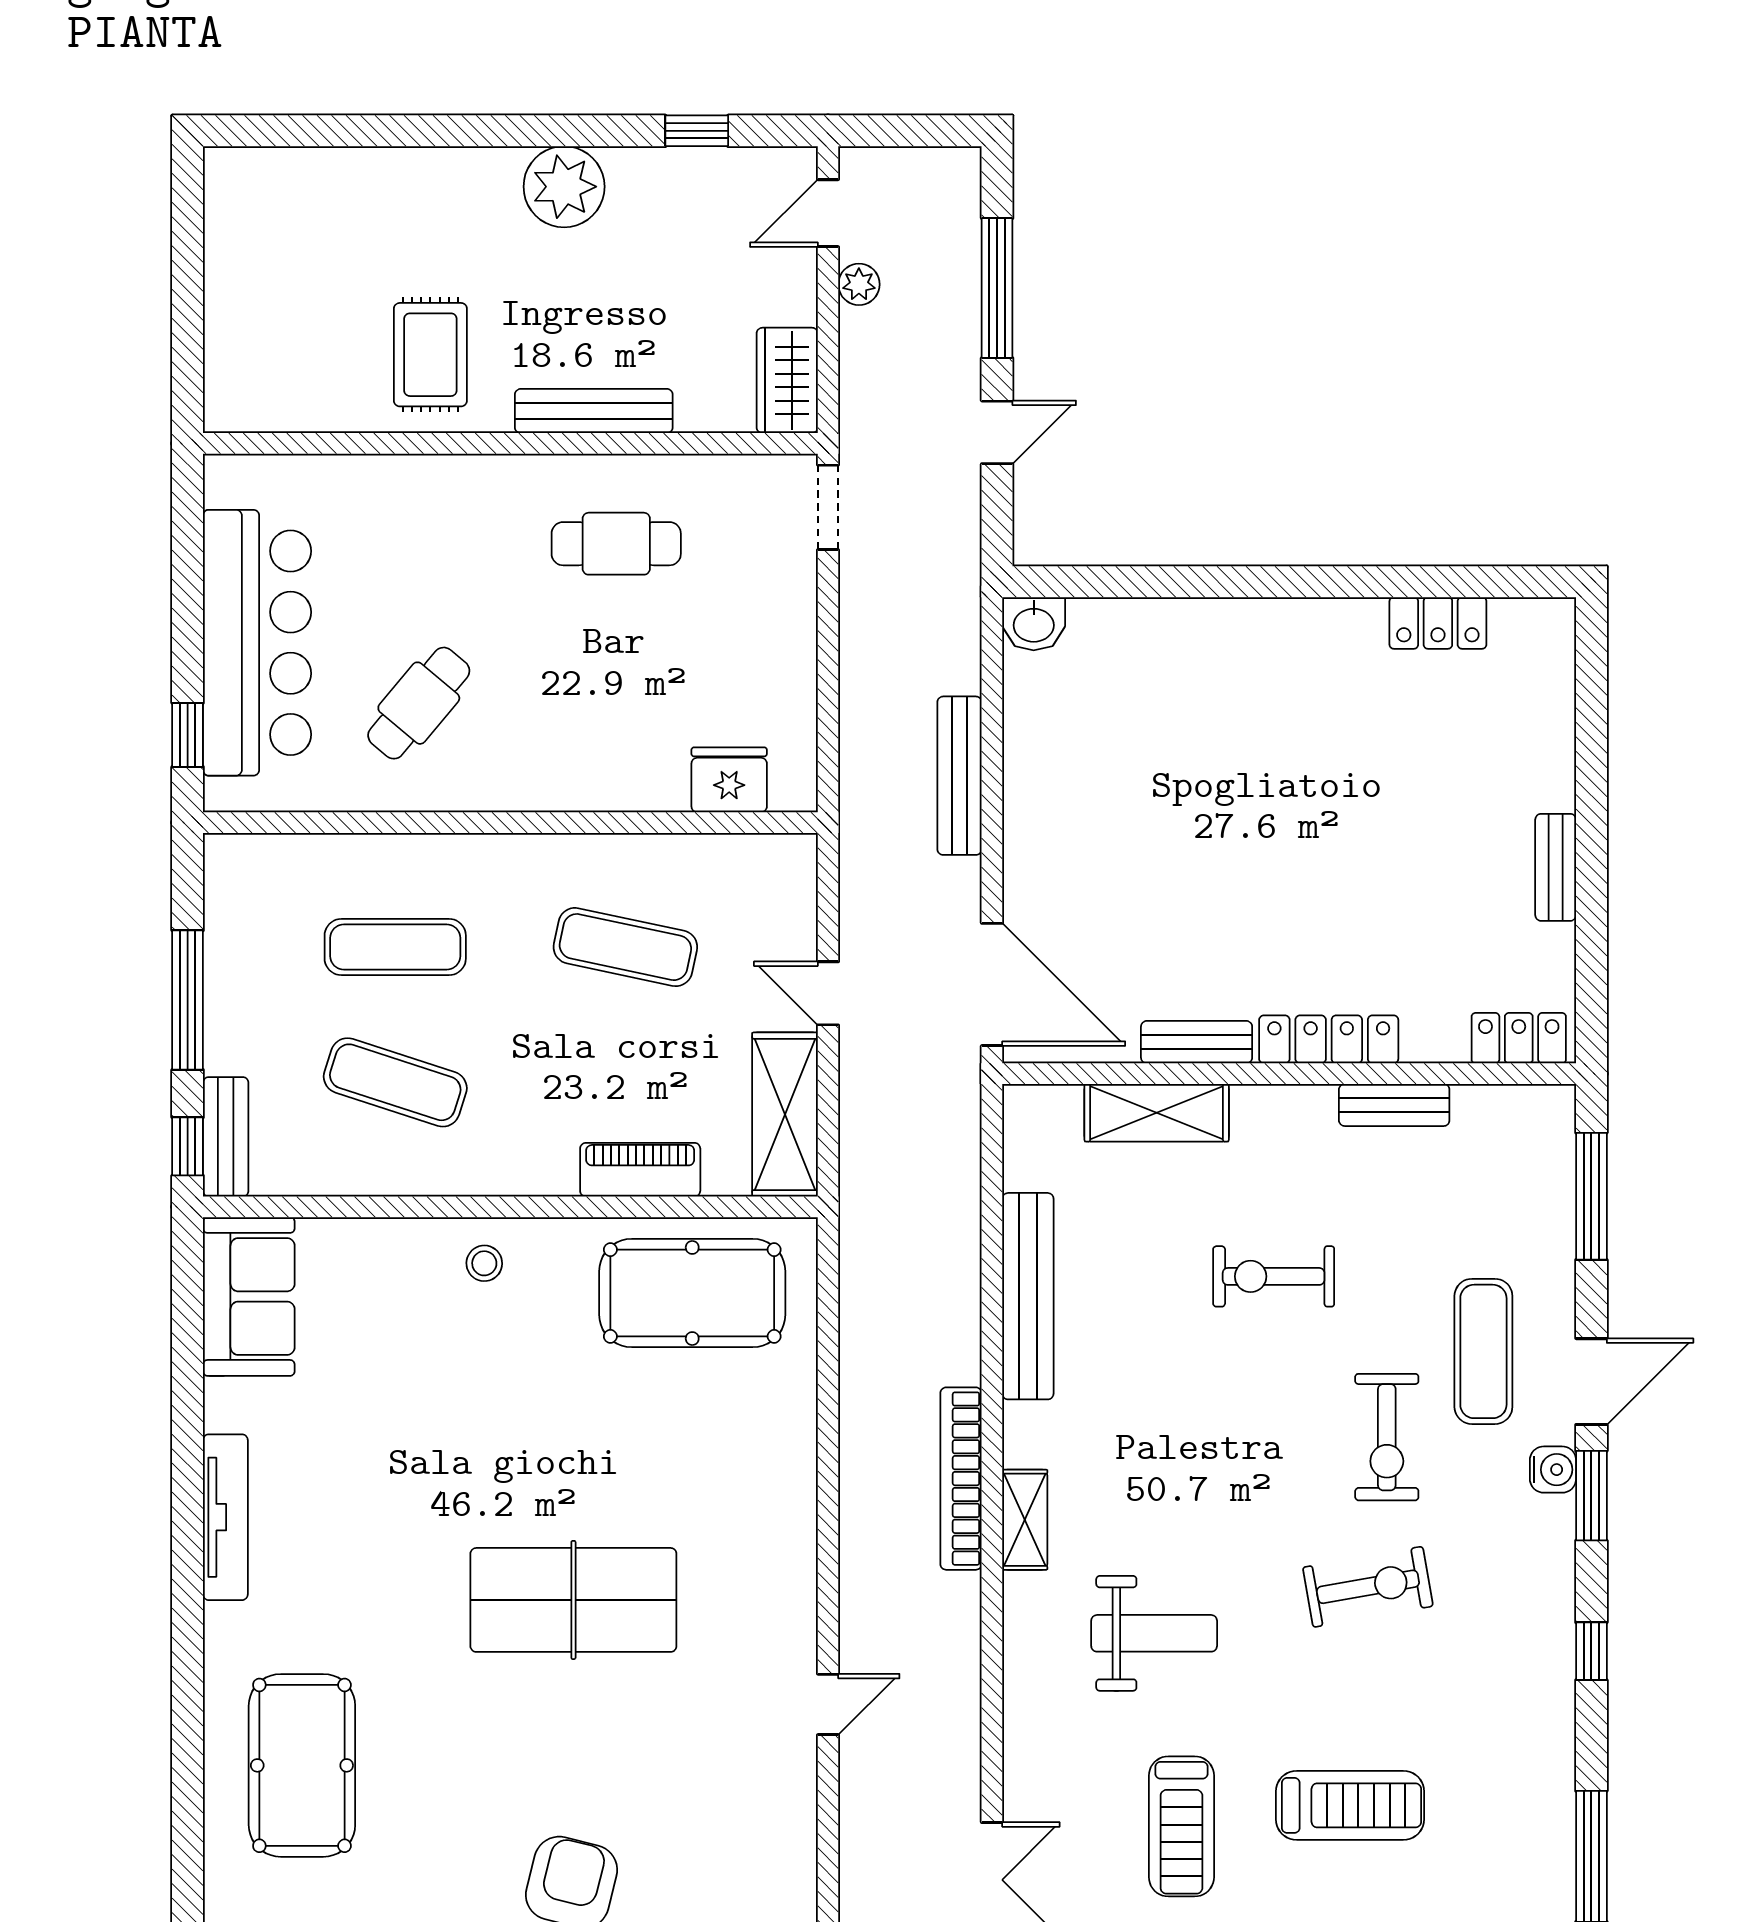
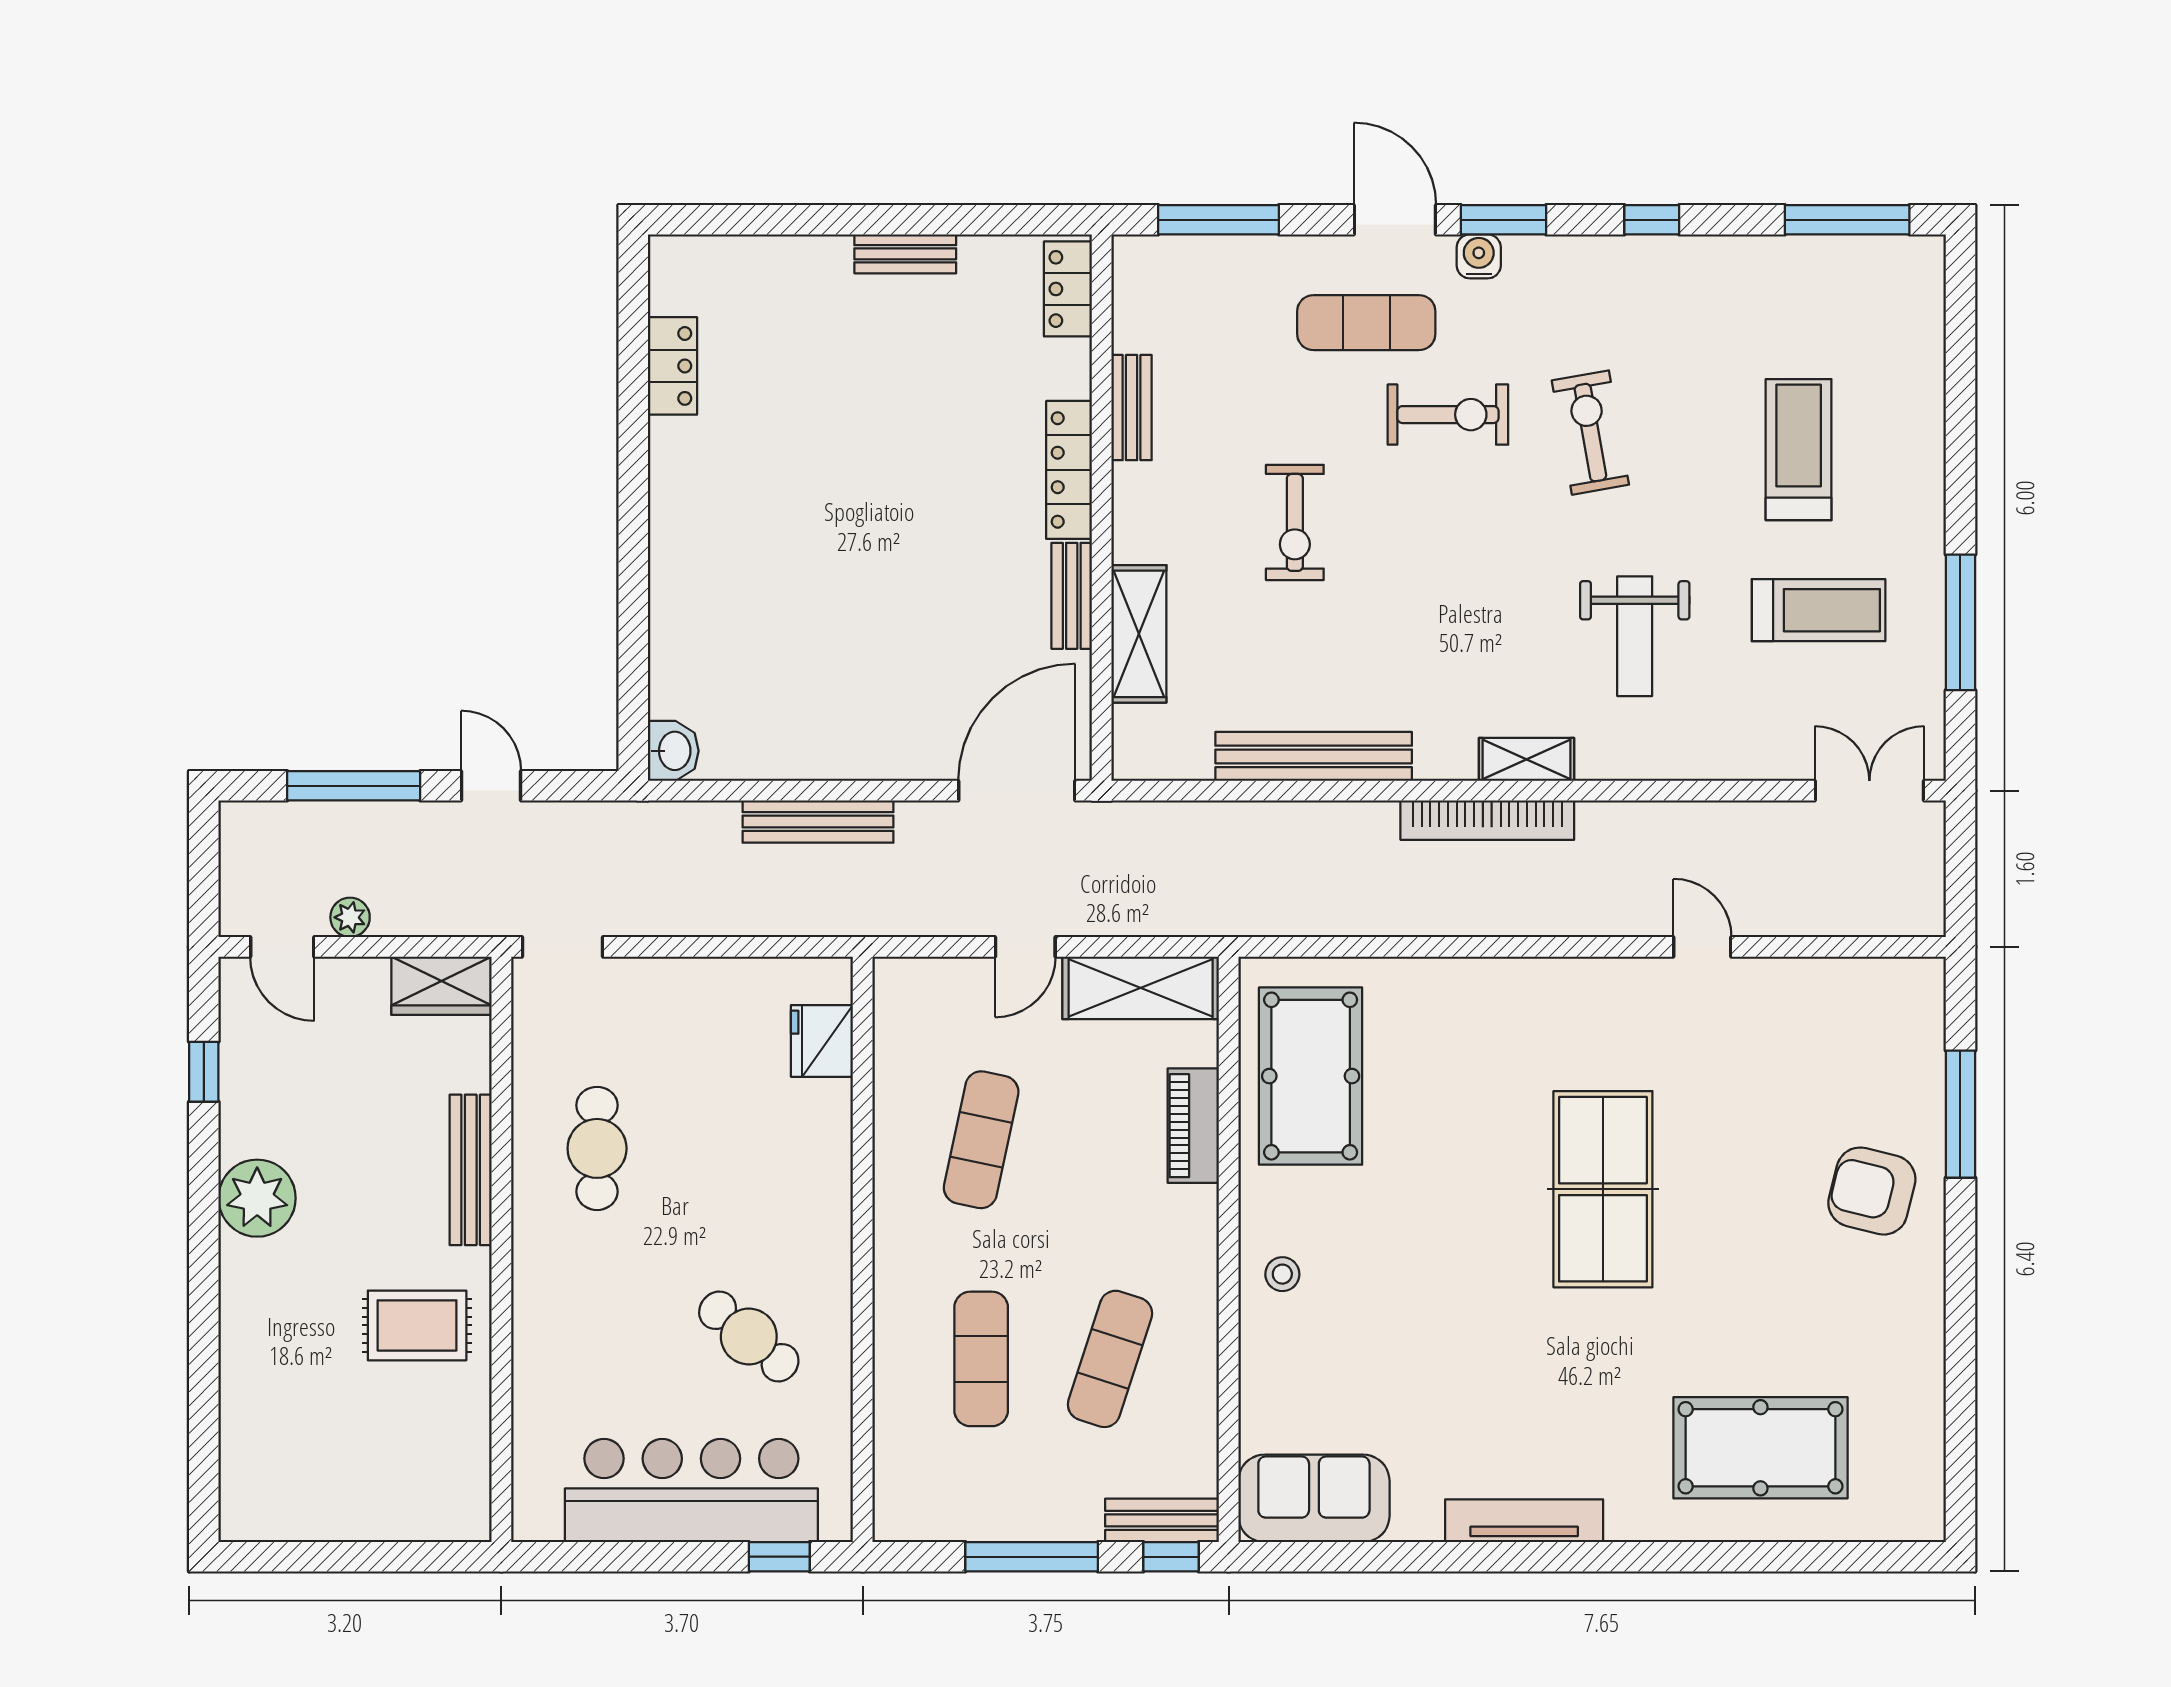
weight bench: (1154, 1633) -> (1635, 636), turned 180

